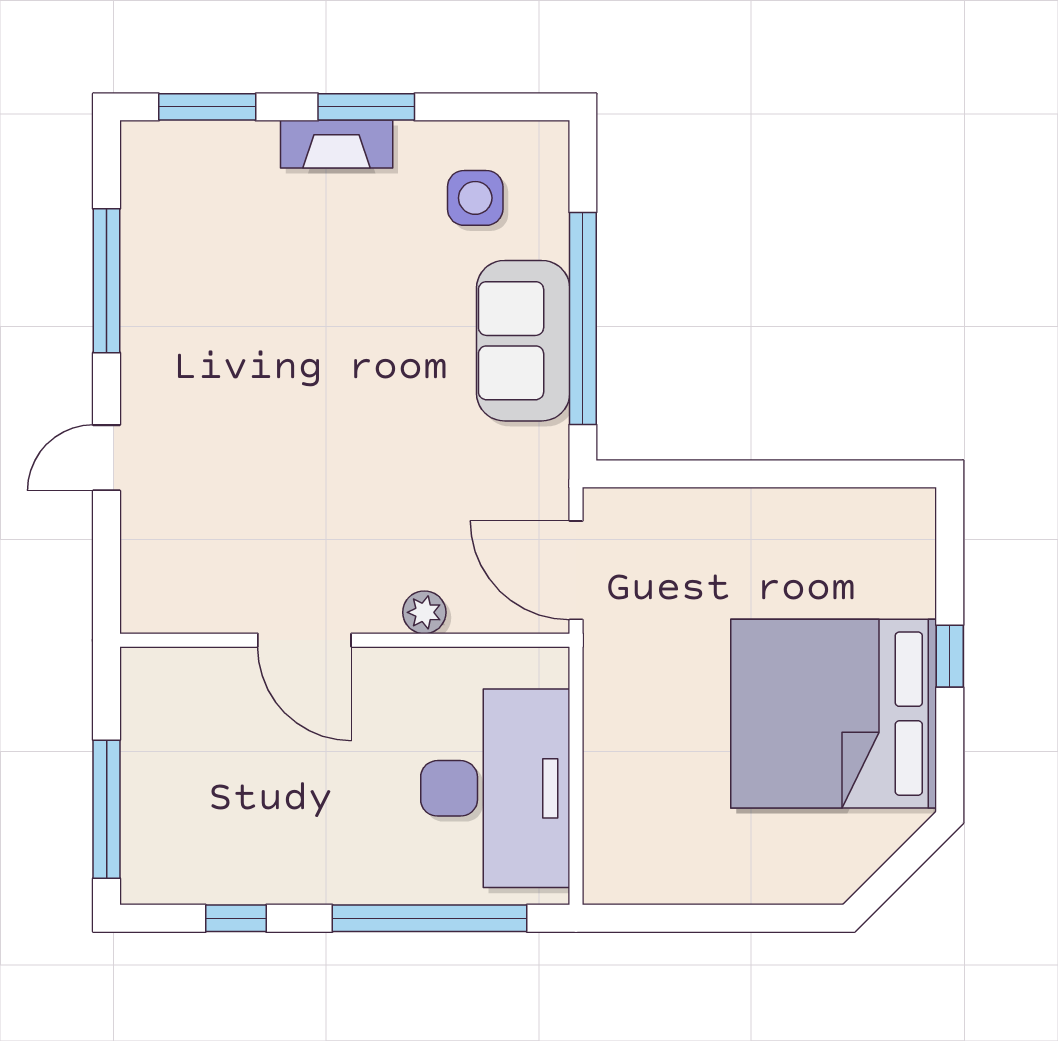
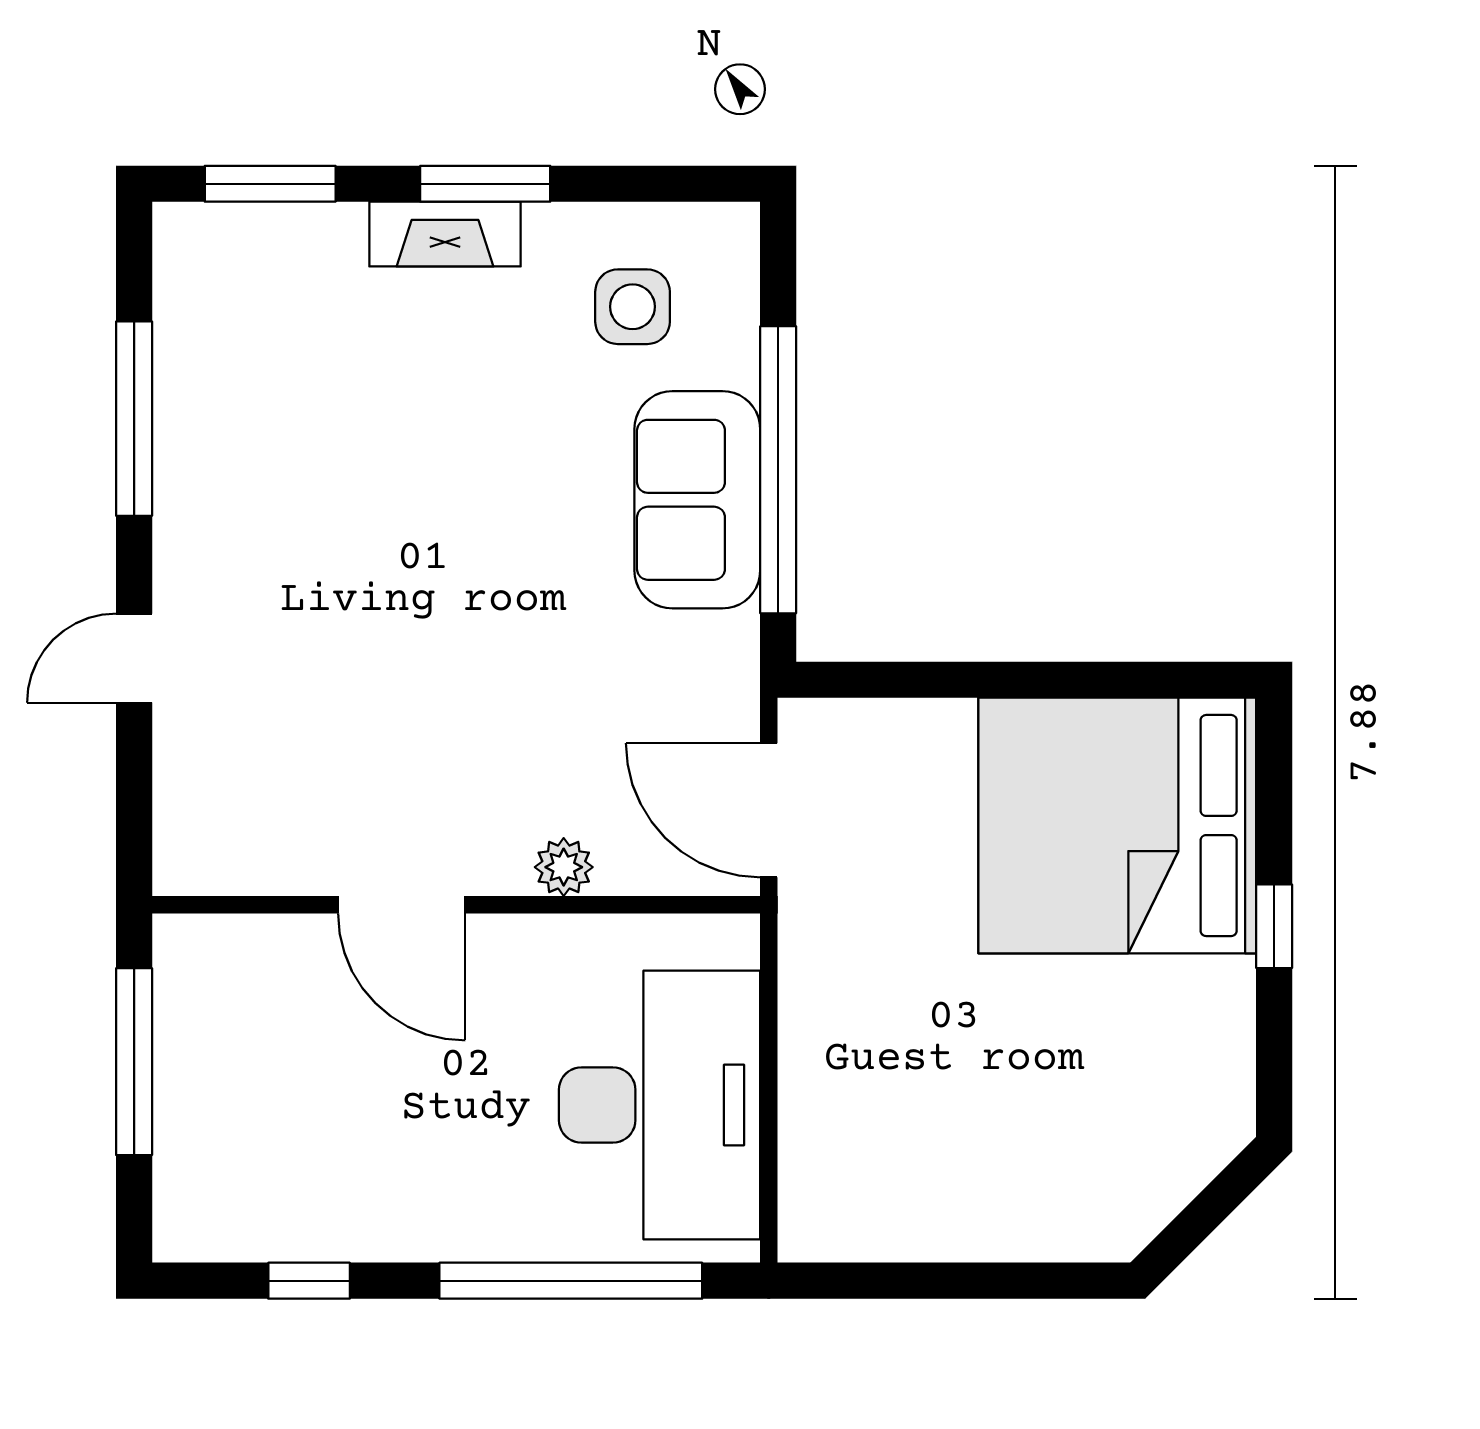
bed: (834, 714) -> (1117, 826), moved
window: (107, 809) -> (134, 1062), moved

